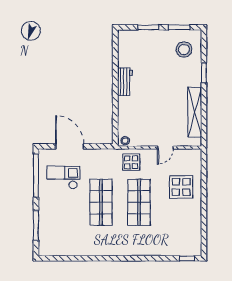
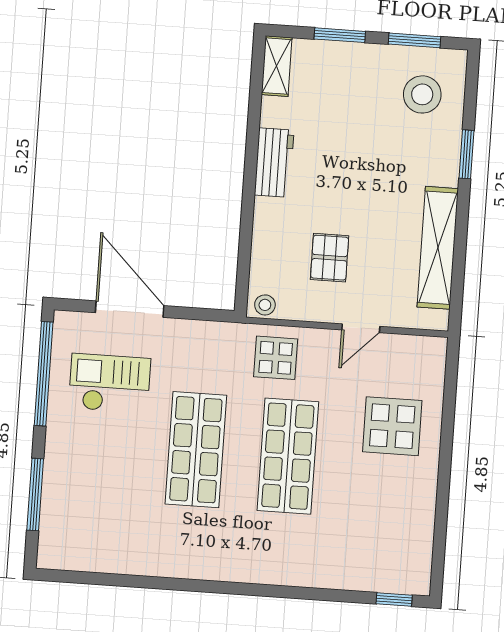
shelving: (123, 42) -> (277, 66), added
pallet: (150, 119) -> (330, 258), added

